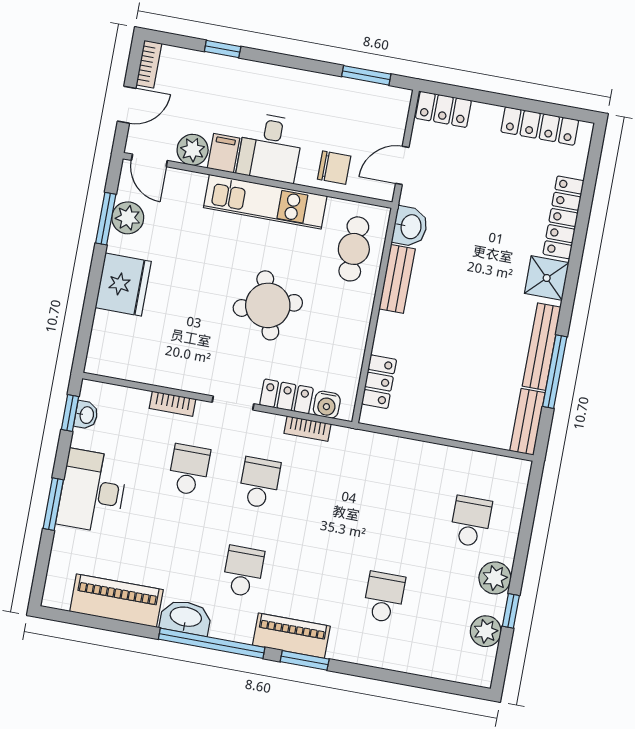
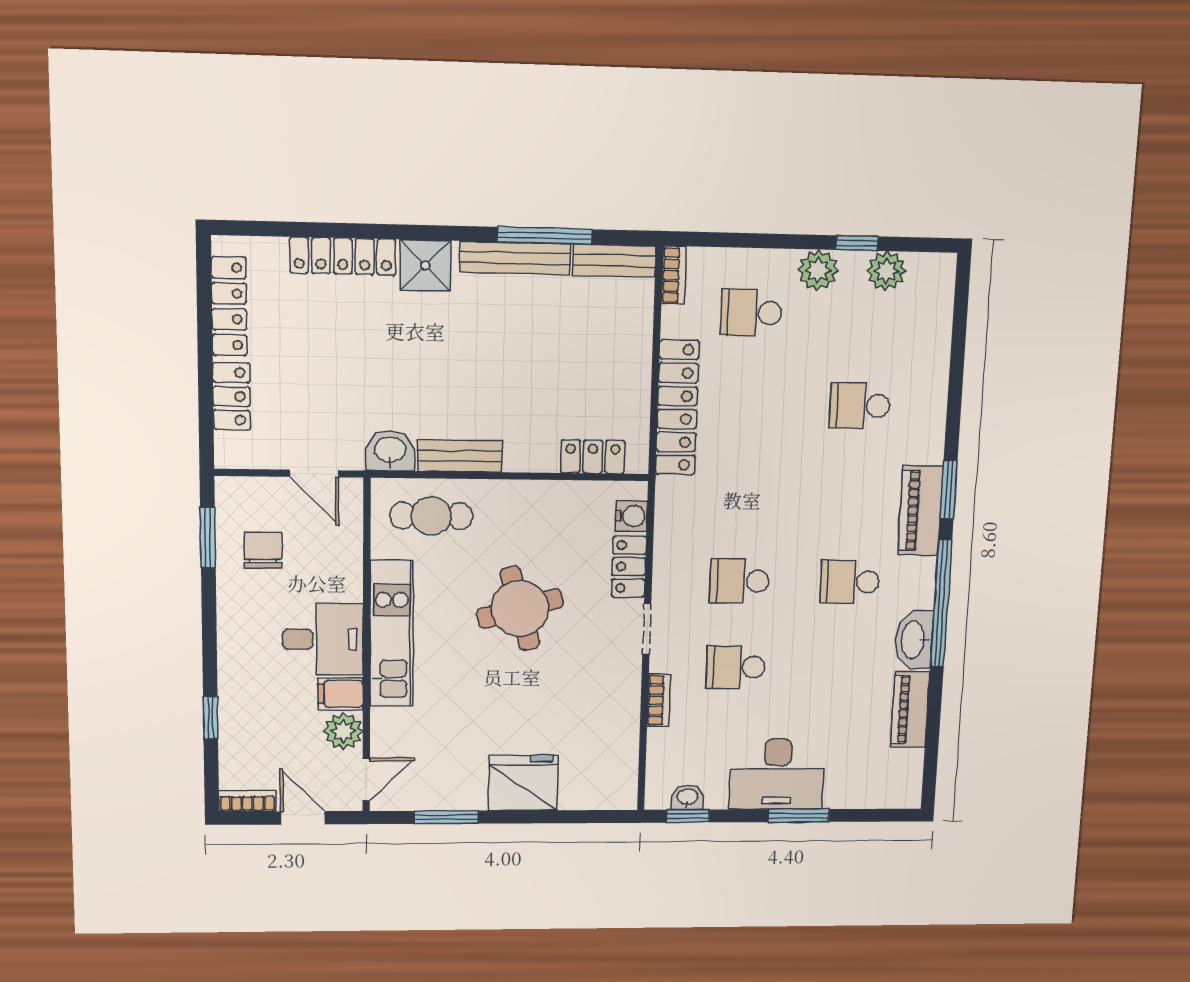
locker: (443, 109) -> (232, 396), moved
chair: (334, 168) -> (263, 550), moved
plant: (128, 218) -> (441, 792), removed
bookcase: (307, 429) -> (674, 275), moved
locker: (406, 453) -> (677, 408), added
piano: (116, 601) -> (910, 710), width x0.73, depth x0.75

